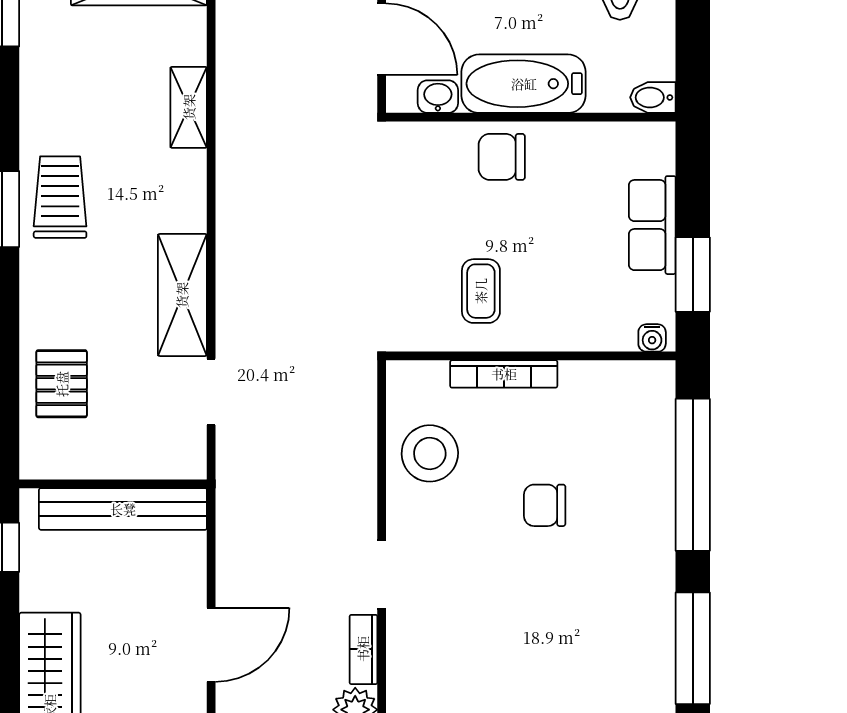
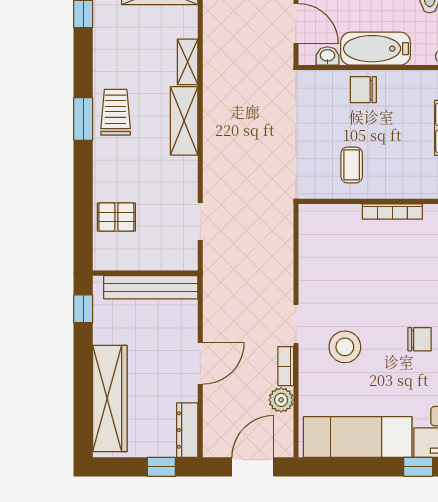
shelving: (182, 295) -> (184, 121), moved
bookcase: (504, 374) -> (392, 211), moved
pallet: (62, 384) -> (116, 217), turned 90
stool: (430, 453) -> (345, 347), moved
chair: (545, 505) -> (420, 339), moved, turned 180

